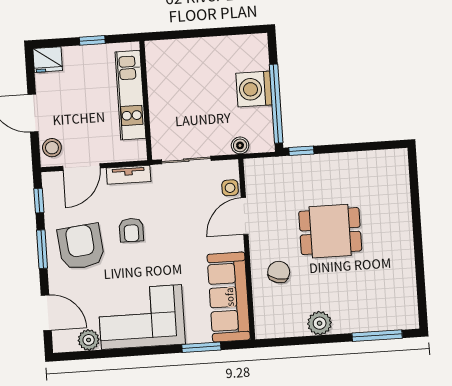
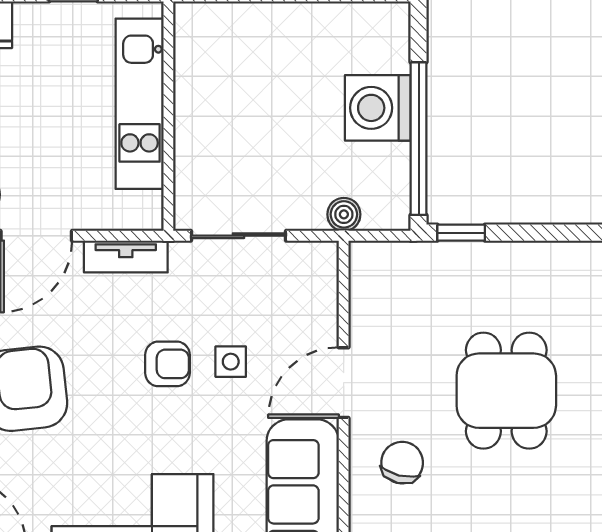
side table: (230, 188) -> (231, 362), moved
door: (245, 216) -> (344, 383), moved
armchair: (131, 230) -> (167, 364), moved, turned -90
dining table: (330, 231) -> (506, 391), turned 90

